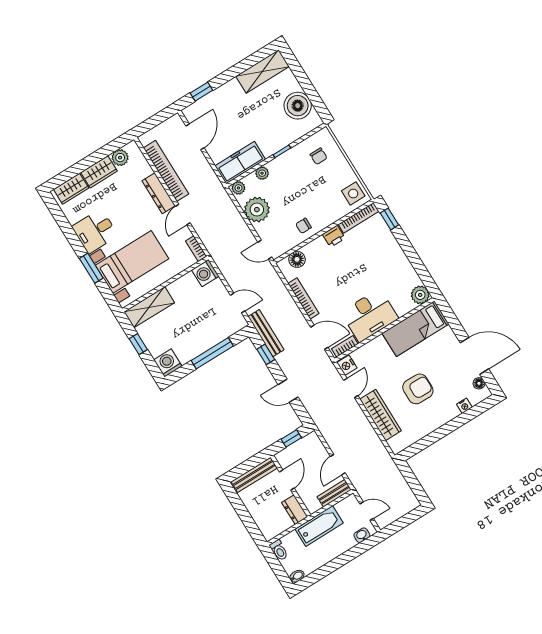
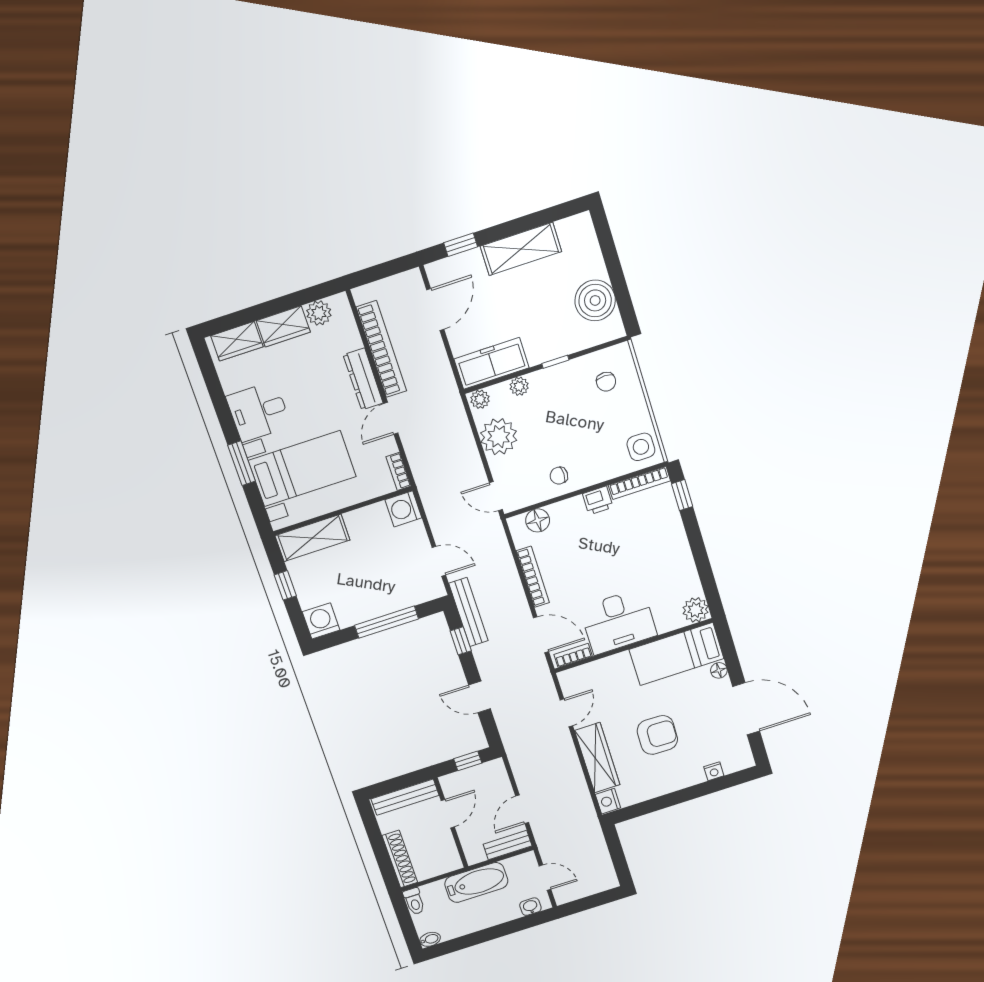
shelving: (263, 71) -> (521, 249), moved
nightstand: (347, 365) -> (608, 801), moved
floor lamp: (479, 383) -> (719, 670), moved
dresser: (295, 510) -> (449, 854), removed
shoe rack: (261, 521) -> (400, 859), added

